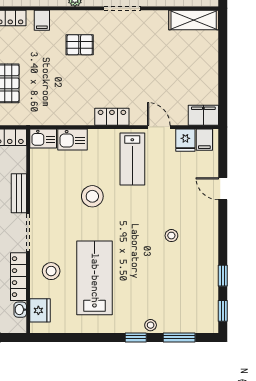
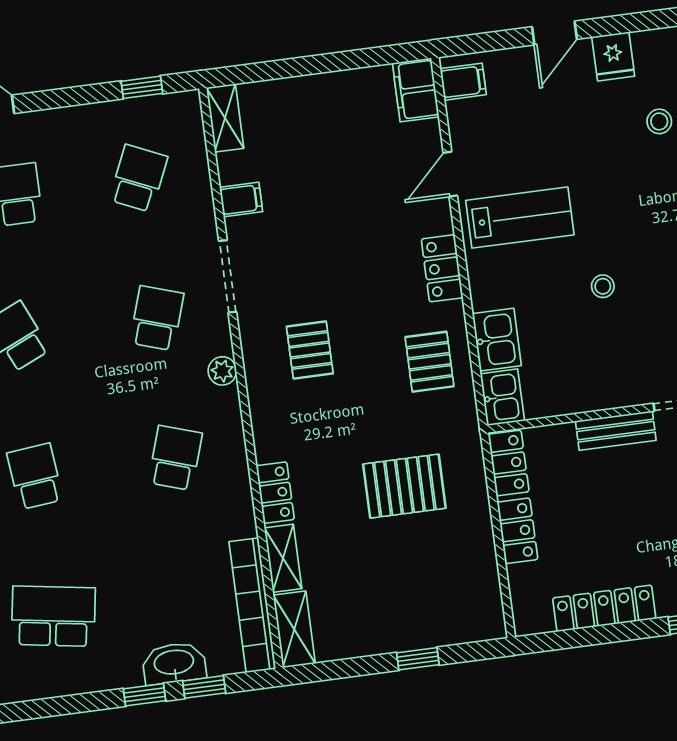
filing cabinet: (42, 20) -> (241, 199), moved
shelving: (194, 20) -> (225, 118), width x0.67, depth x0.75
pallet: (66, 104) -> (429, 362), added
fridge: (185, 140) -> (613, 56), moved, turned 90
stool: (92, 196) -> (603, 286), width x0.53, depth x0.53

